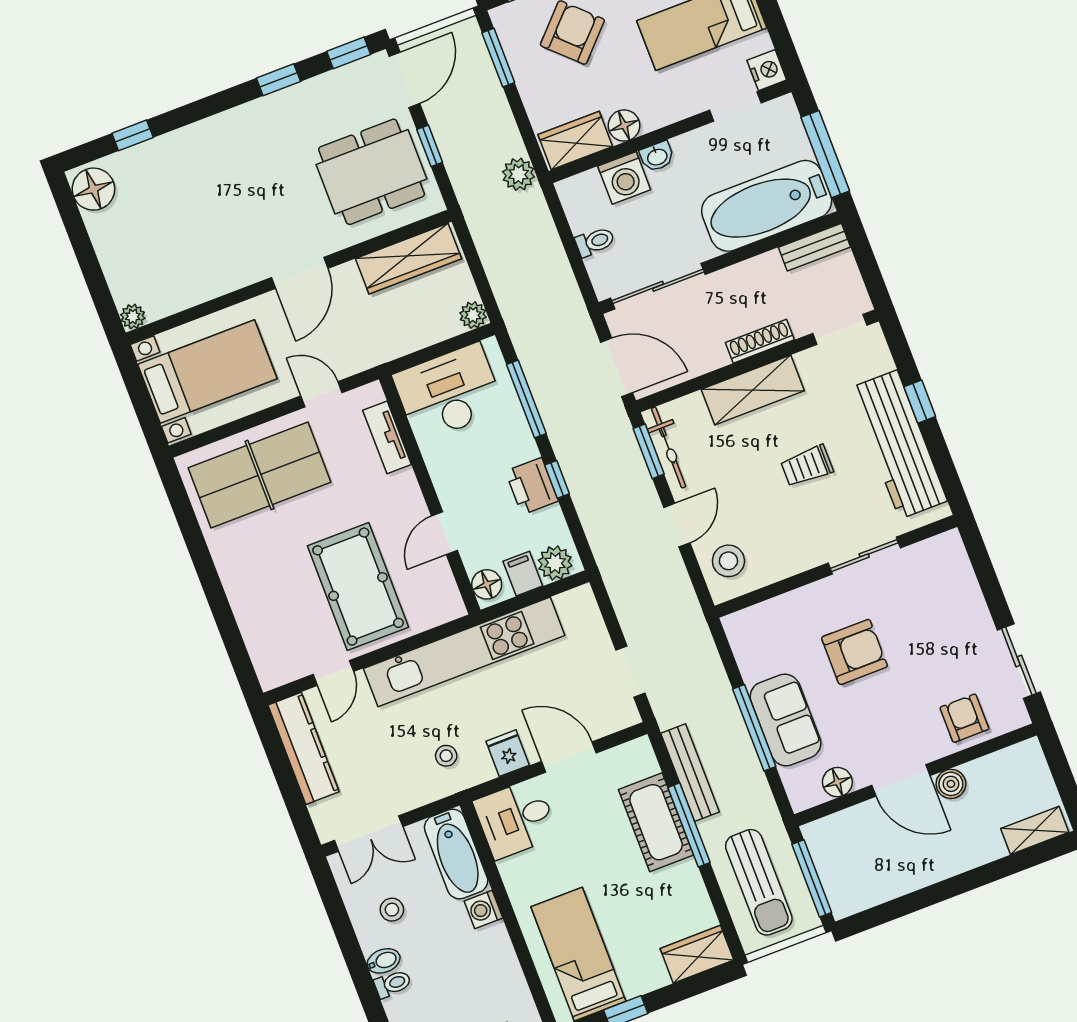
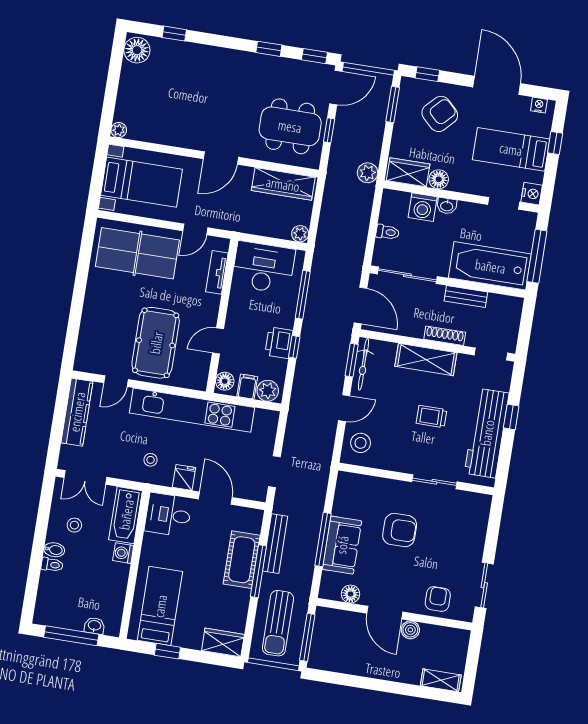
bench: (814, 247) -> (466, 297), moved
door: (322, 394) -> (195, 229), swing flipped

